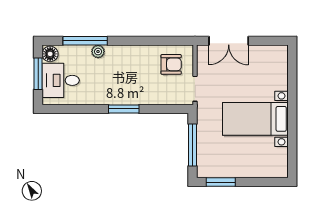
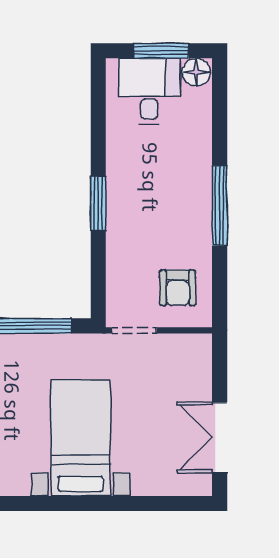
window: (85, 41) -> (220, 206), moved
double door: (229, 41) -> (220, 437), moved
plant: (98, 52) -> (201, 158), removed

